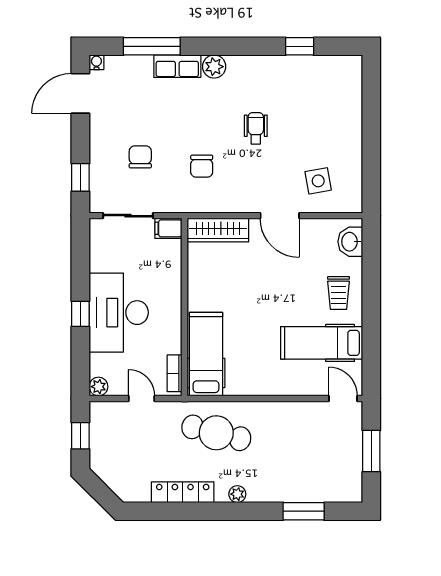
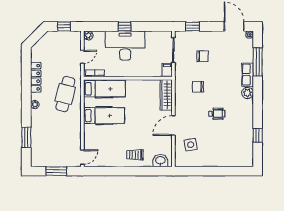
hospital bed: (322, 343) -> (104, 116), moved, turned 90

